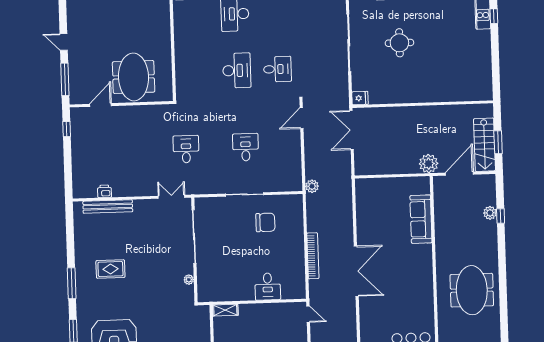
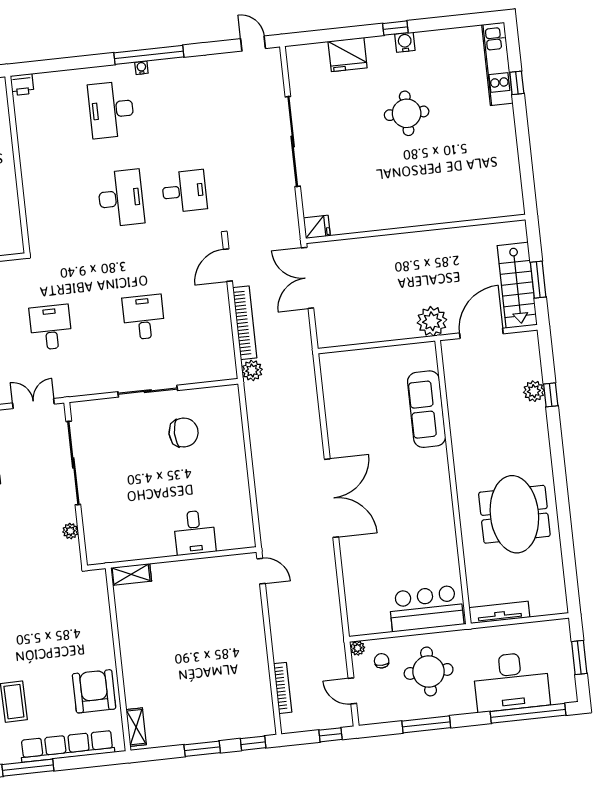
round table: (399, 43) -> (407, 113), moved
bookcase: (313, 256) -> (245, 323), moved

